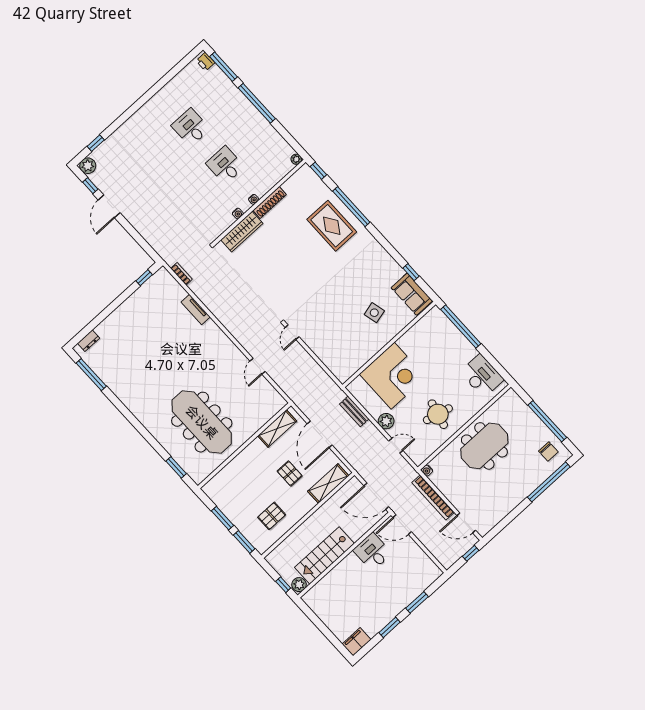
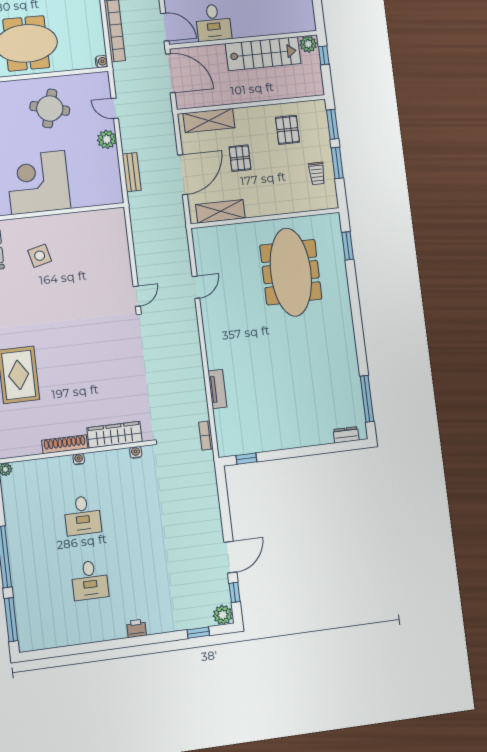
printer: (205, 62) -> (136, 628), moved, turned -90
water cooler: (238, 213) -> (136, 452), moved
corner desk: (393, 376) -> (38, 182), moved
trolley: (231, 501) -> (317, 173), added
pallet: (272, 516) -> (287, 130), turned 90

